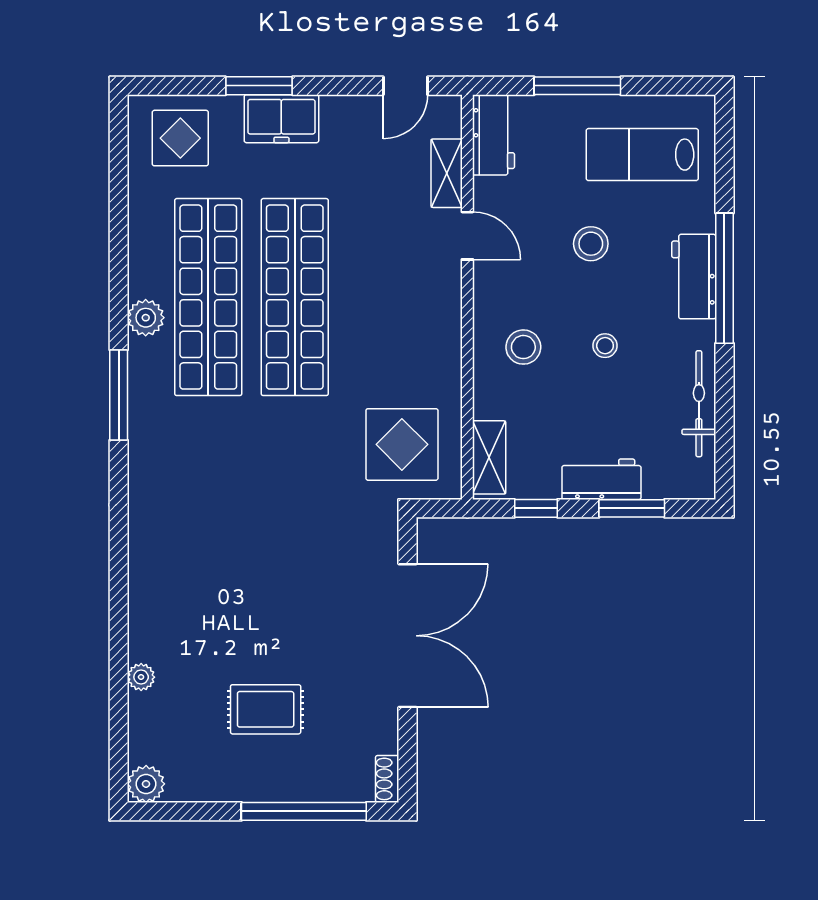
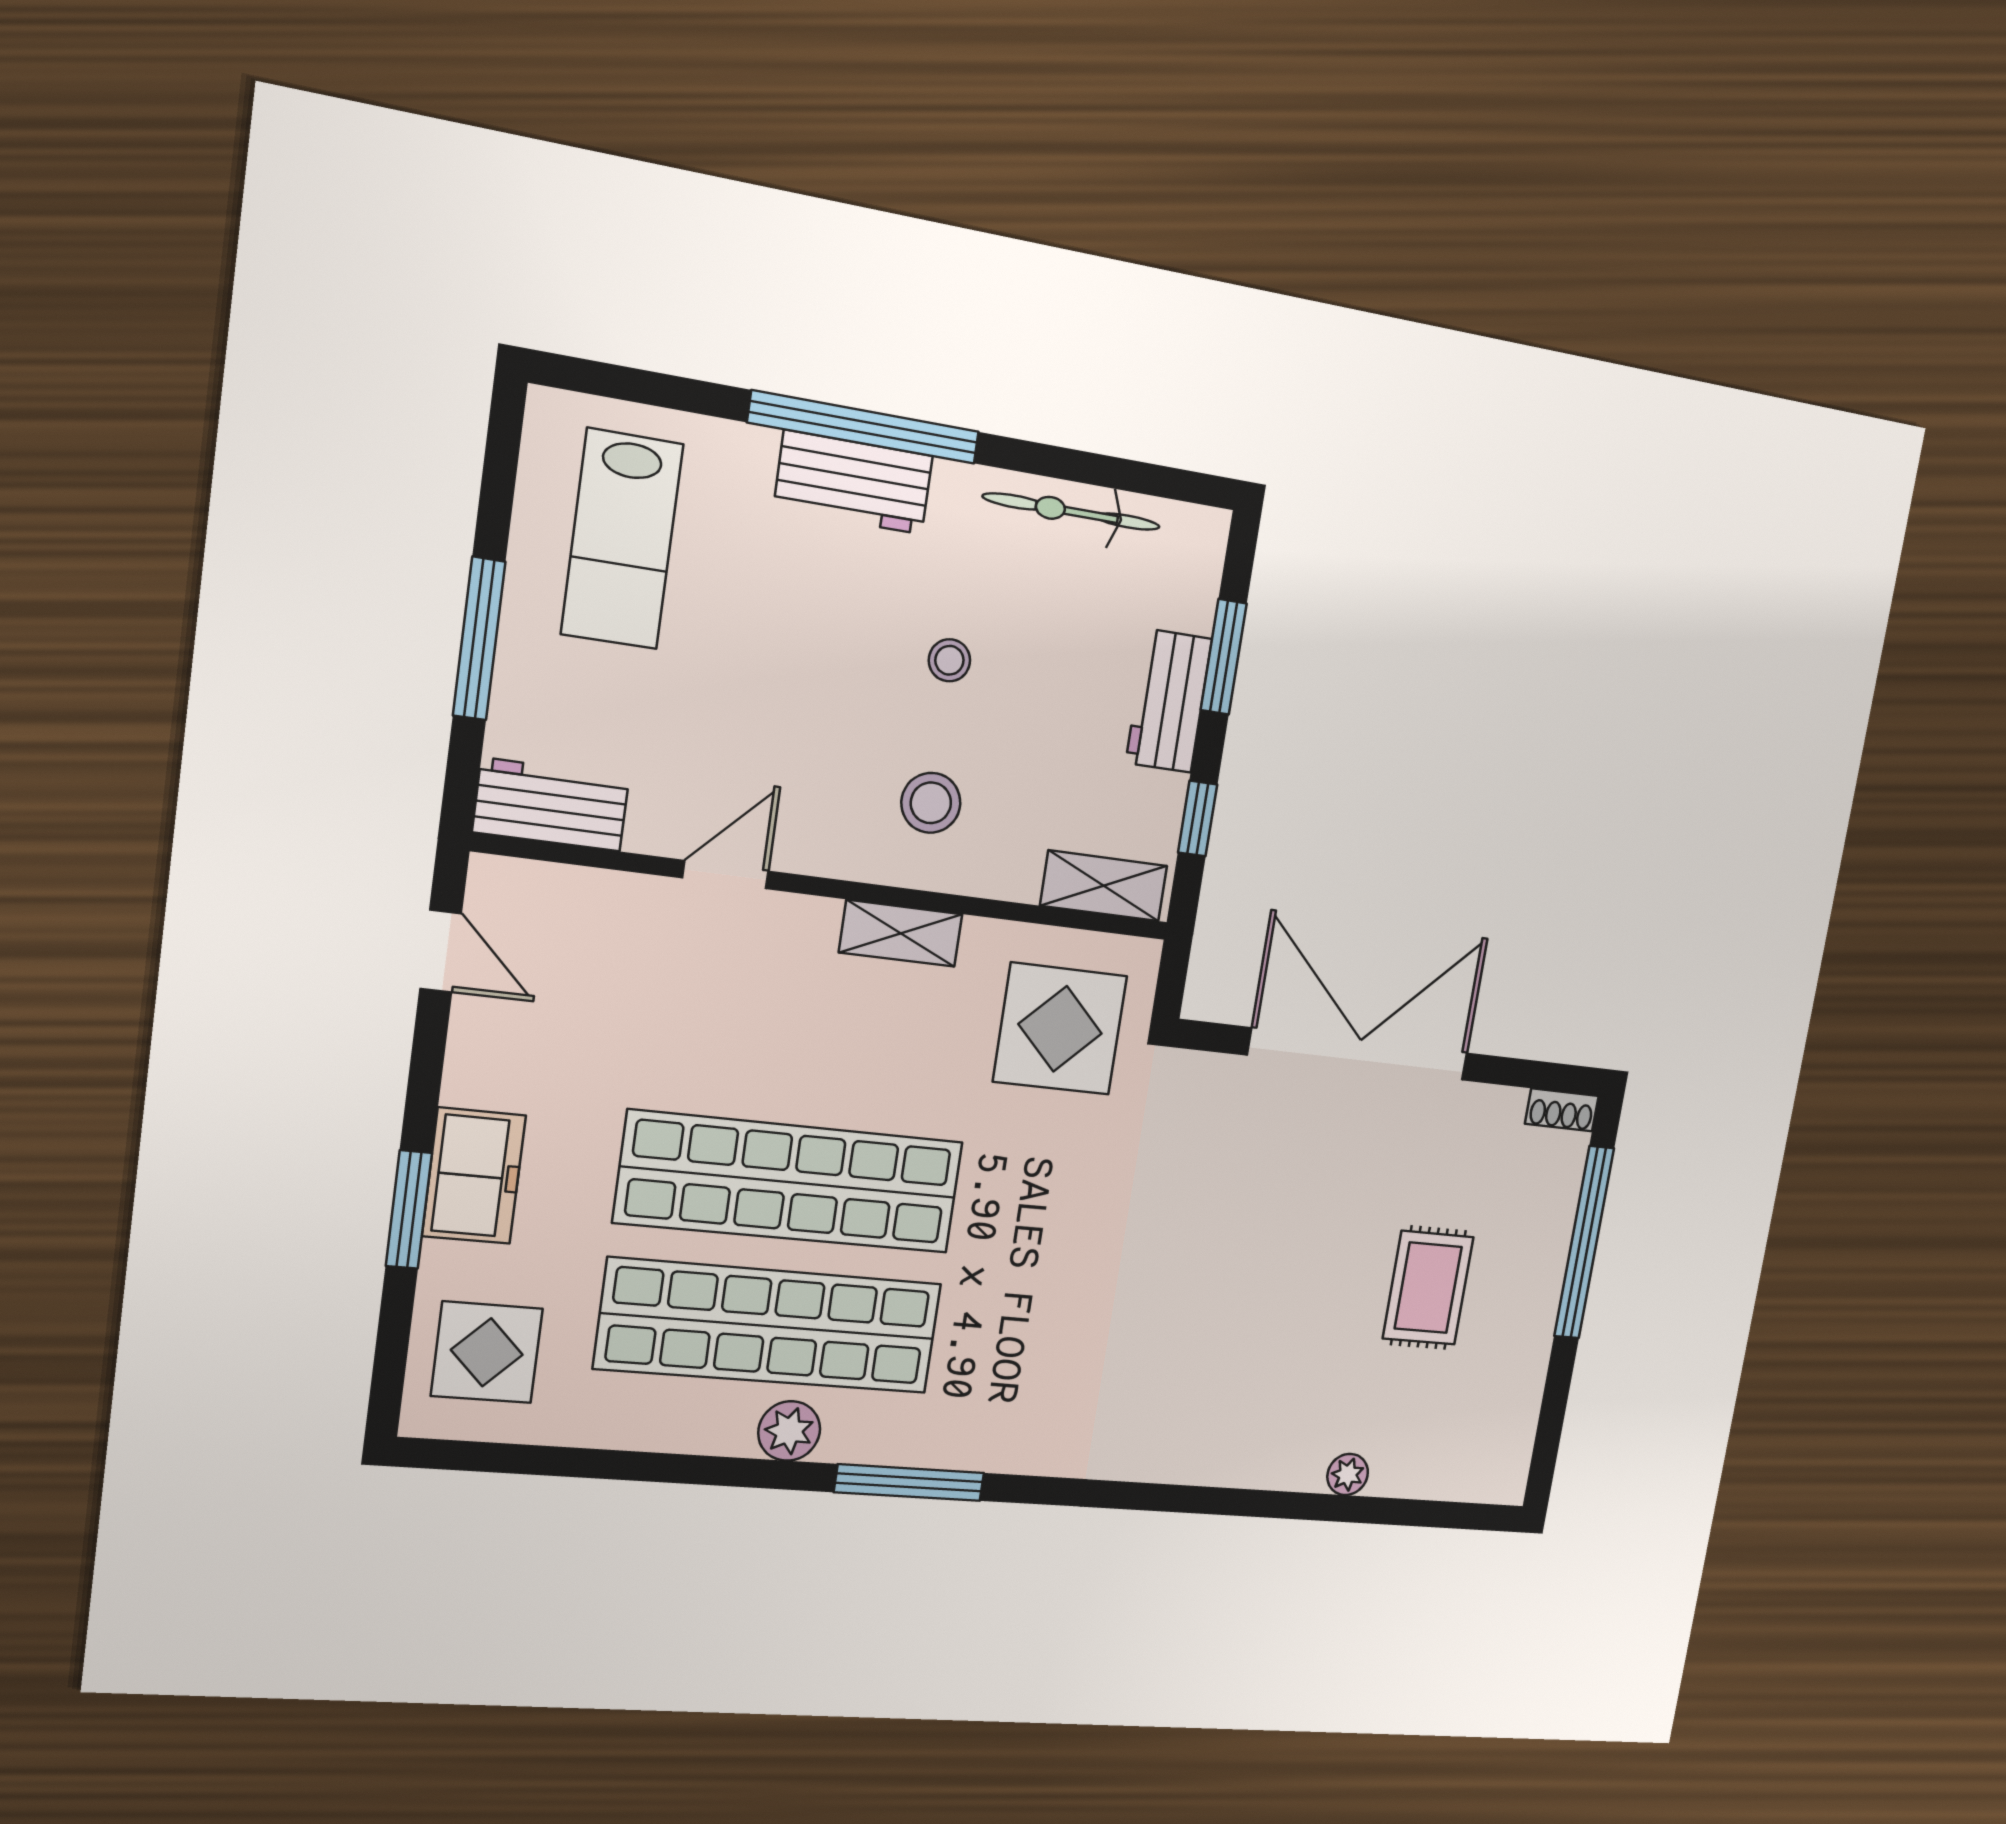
shelving: (447, 173) -> (901, 933), moved
stool: (591, 244) -> (770, 658), removed
plant: (146, 784) -> (1502, 1477), removed

